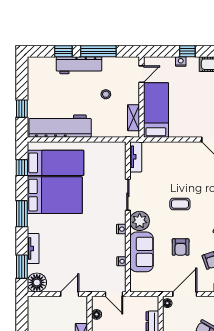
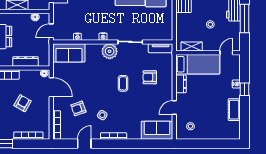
door: (142, 74) -> (226, 53), swing flipped
dresser: (181, 131) -> (181, 84), added
armchair: (181, 247) -> (150, 77), moved
sofa: (141, 252) -> (69, 53), moved

